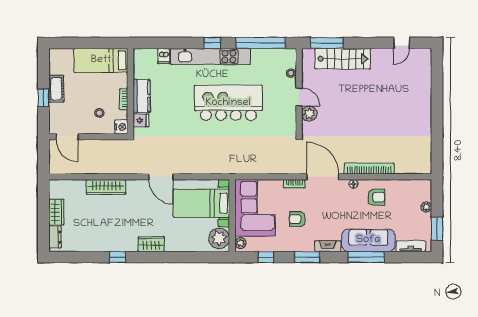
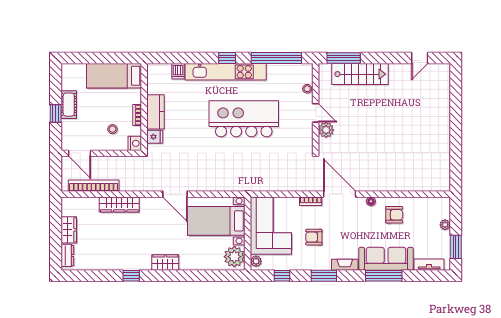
bookcase: (369, 168) -> (94, 186), moved

